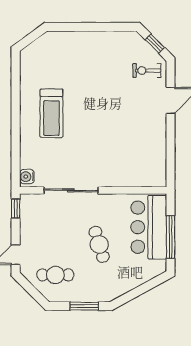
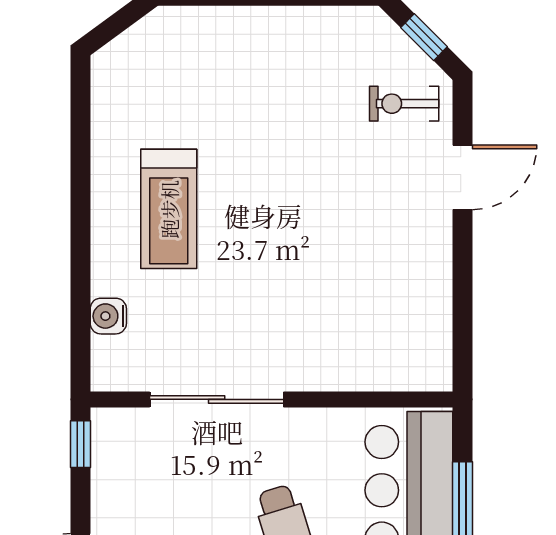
water cooler: (27, 177) -> (108, 316), moved

